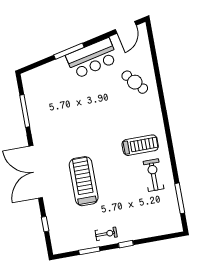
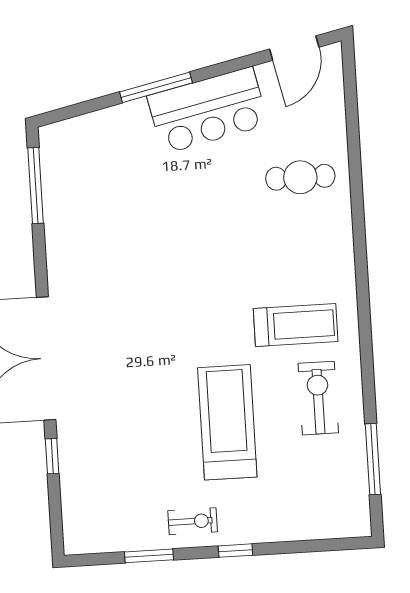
cafe table: (135, 82) -> (300, 177), turned -49
window: (25, 111) -> (36, 186), moved
treadmill: (84, 181) -> (227, 422), moved
window: (45, 224) -> (52, 456), moved

